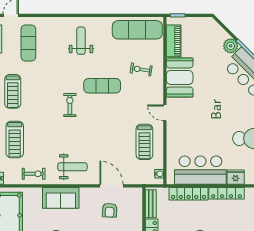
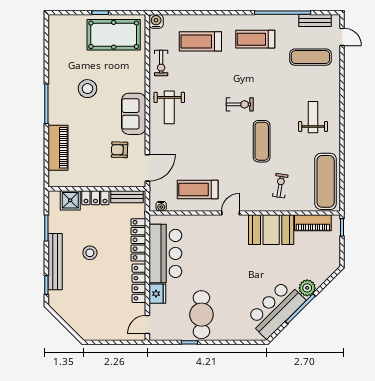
weight bench: (81, 41) -> (313, 117), turned -90
door: (111, 186) -> (147, 168), moved
sofa: (61, 198) -> (134, 114), moved

